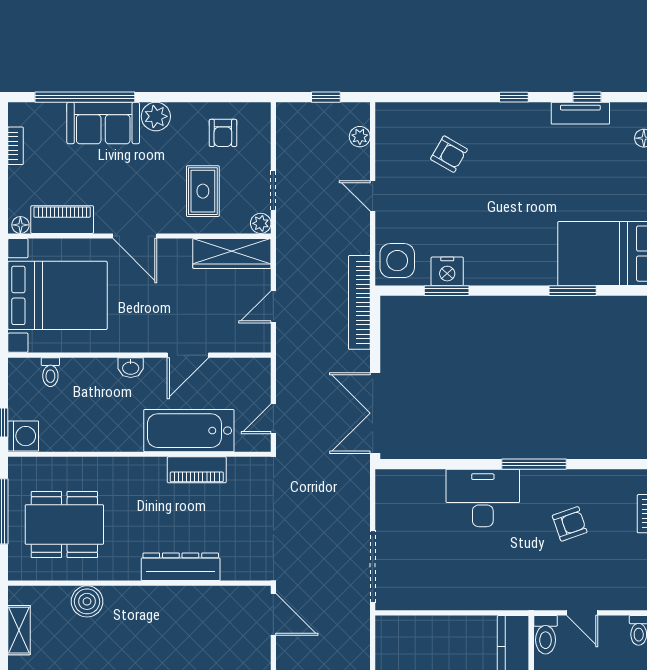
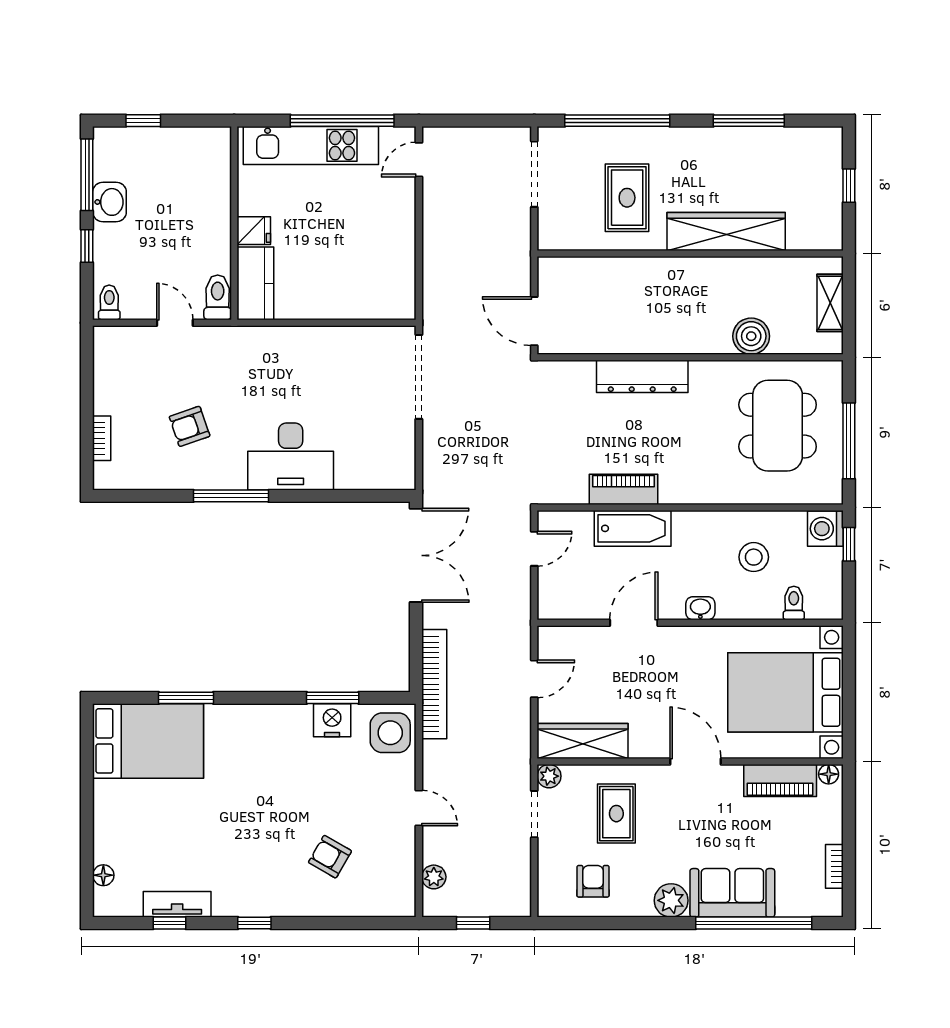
stool: (85, 412) -> (754, 557), added
bathtub: (189, 431) -> (633, 528), width x0.73, depth x0.73
dining table: (64, 525) -> (778, 426), turned 90

